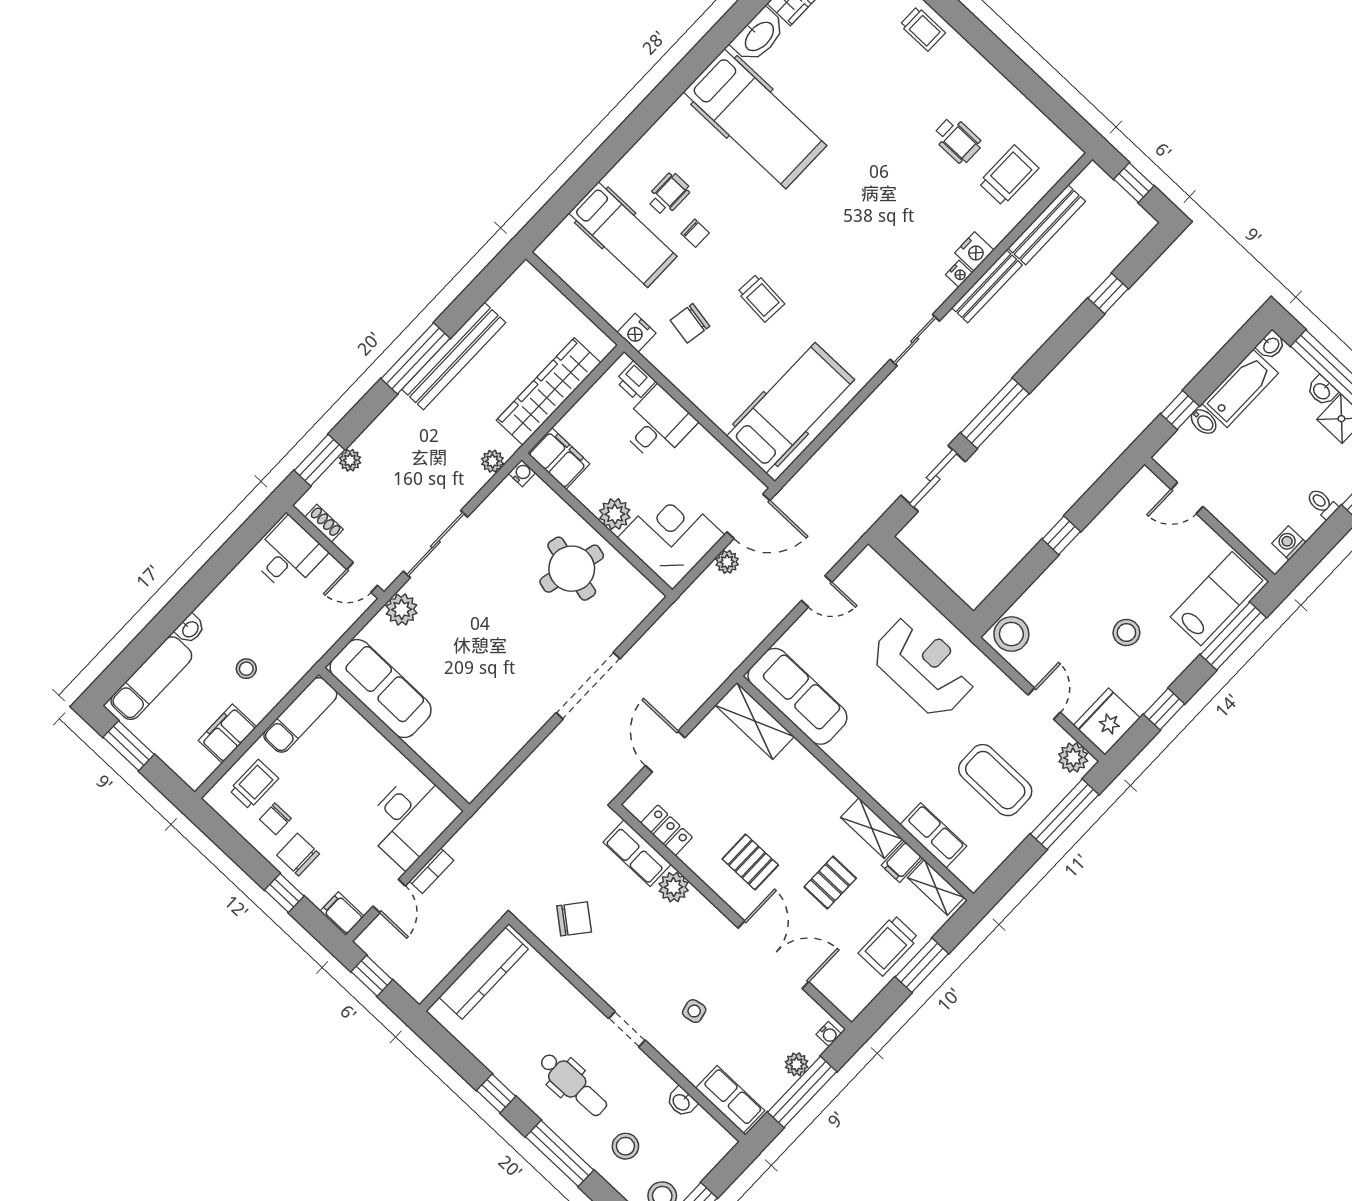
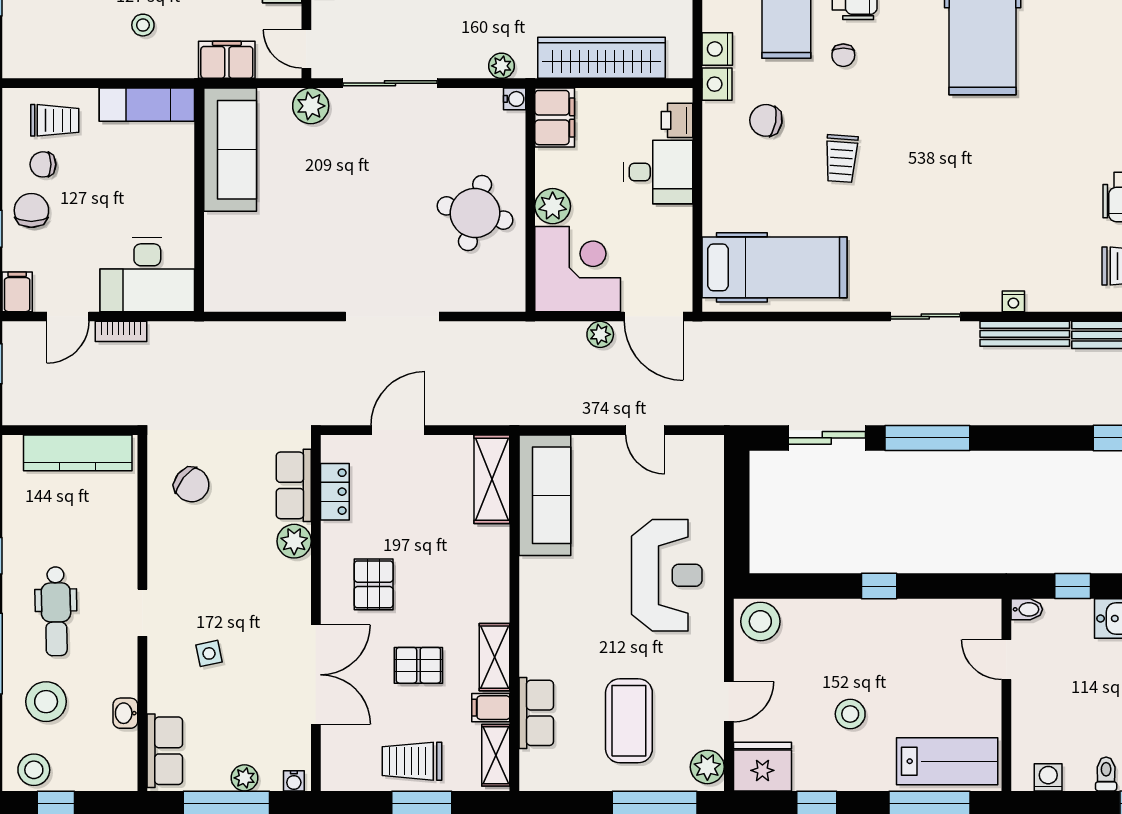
nightstand: (974, 251) -> (717, 49), moved, turned 90
bidet: (1204, 422) -> (1027, 609), moved, turned -90
filing cabinet: (227, 734) -> (227, 60), moved
stool: (625, 1146) -> (46, 702), width x1.38, depth x1.38

